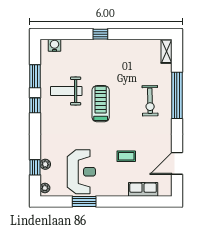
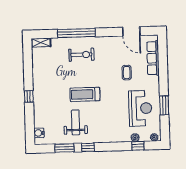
weight bench: (66, 91) -> (76, 122), turned 180
reception desk: (81, 172) -> (140, 108), turned 90
row of seats: (143, 189) -> (153, 58), width x1.48

